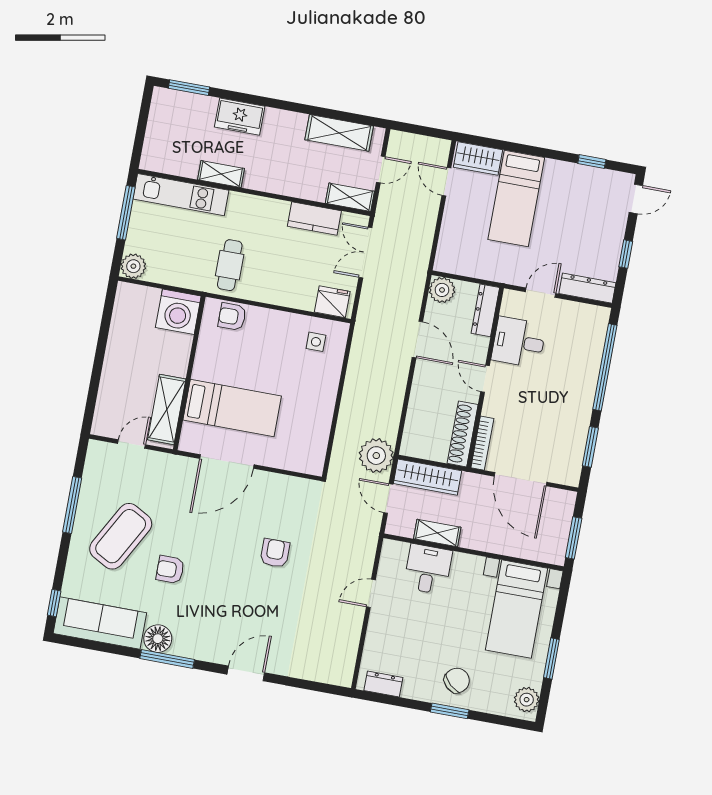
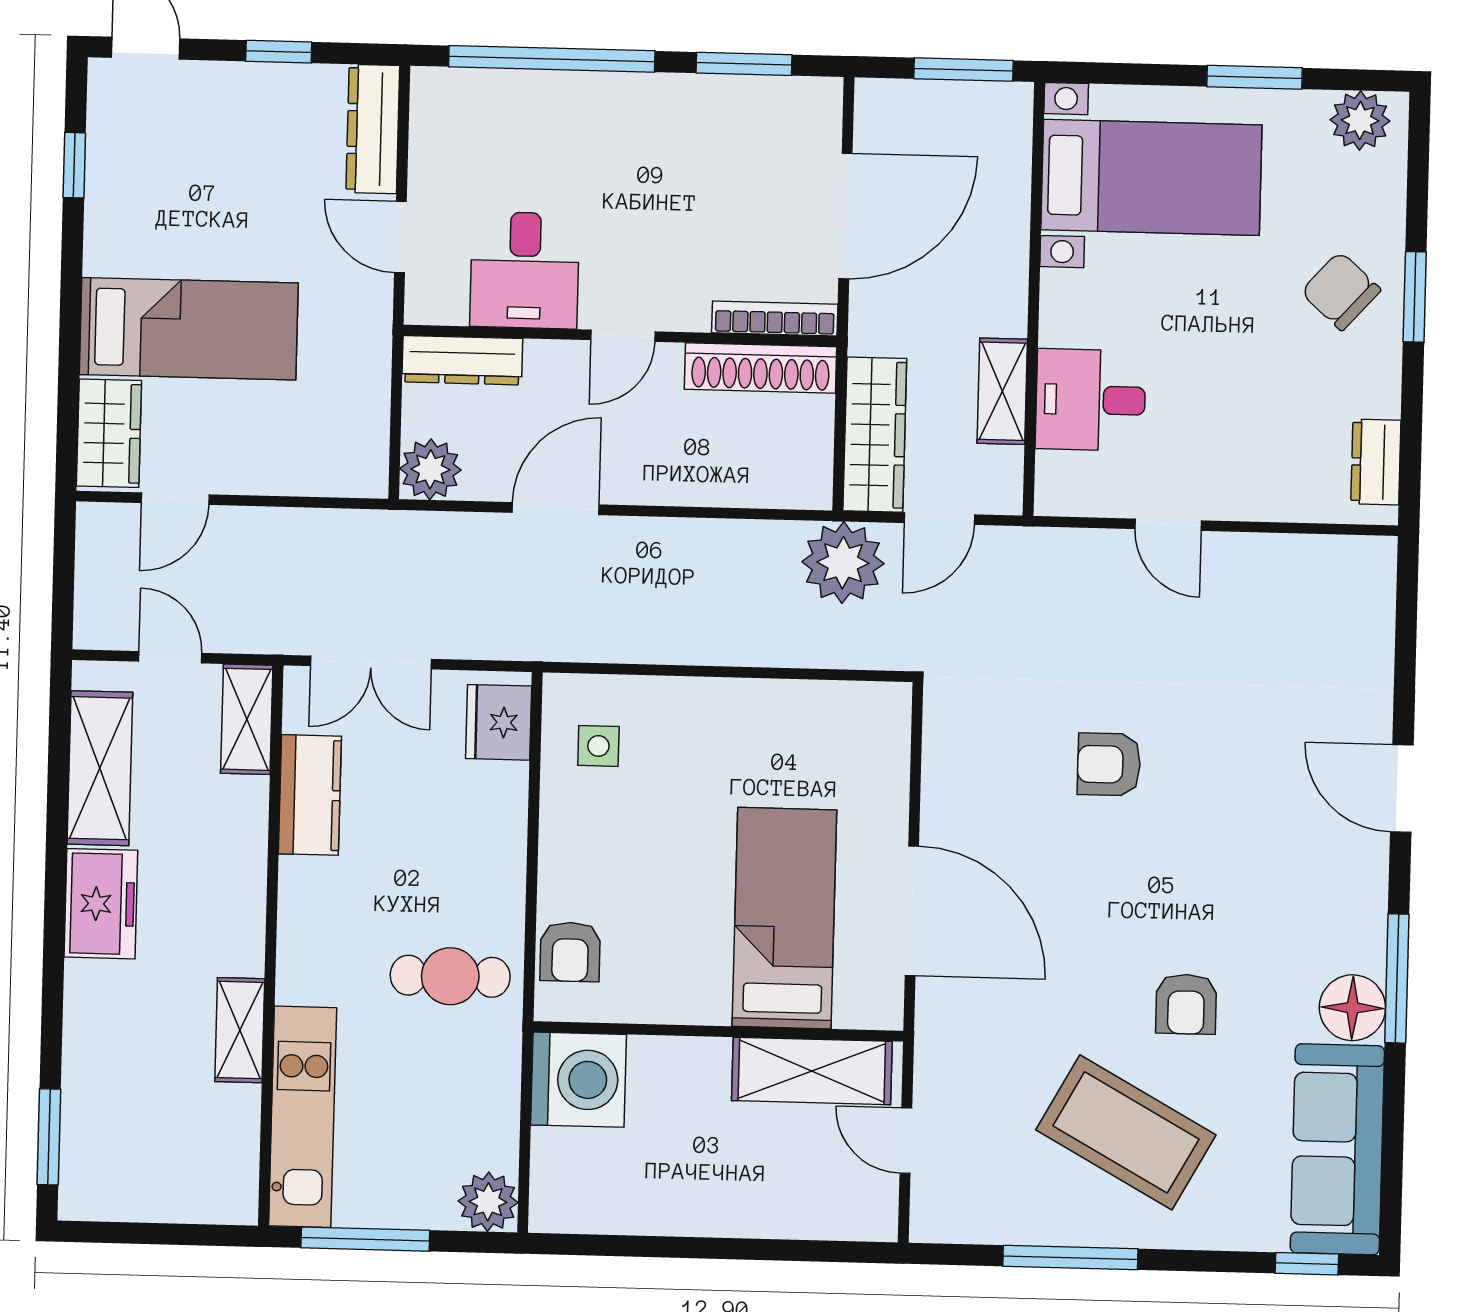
freezer: (240, 117) -> (101, 904), moved

